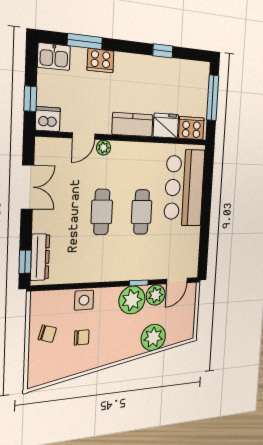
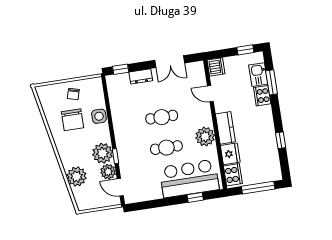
kitchen sink: (54, 57) -> (258, 75), moved
window: (30, 99) -> (245, 50), moved
plant: (104, 148) -> (205, 137), moved, width x1.88, depth x1.88
window: (207, 184) -> (195, 197), added
dresser: (40, 257) -> (141, 76), moved, width x0.70
chair: (82, 337) -> (73, 120), width x1.87, depth x1.87

